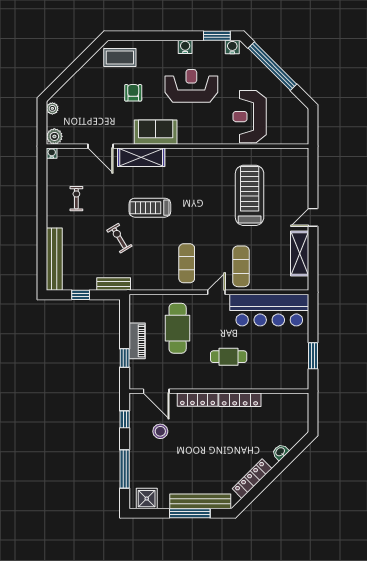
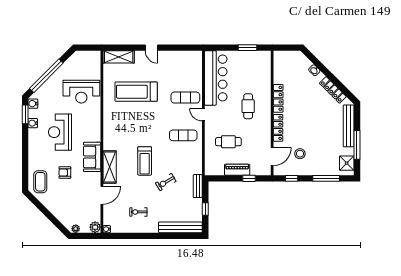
water cooler: (185, 47) -> (33, 123), moved
shelving: (300, 253) -> (119, 57), moved
cafe table: (178, 328) -> (228, 142), width x0.73, depth x0.74
window: (190, 513) -> (357, 145), moved

